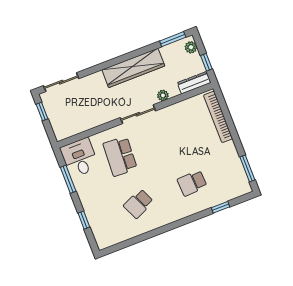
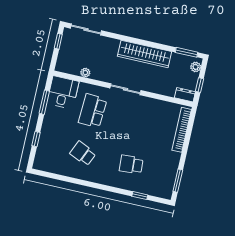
dresser: (194, 83) -> (185, 95), width x0.70
plant: (163, 95) -> (85, 73), moved
school desk: (138, 204) -> (83, 154), turned 48

